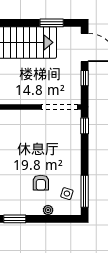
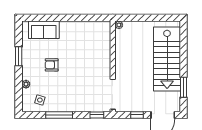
armchair: (41, 183) -> (52, 65), moved
window: (85, 191) -> (59, 115), moved

